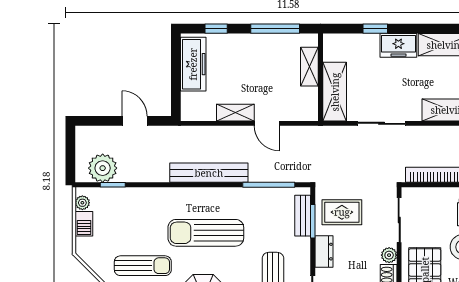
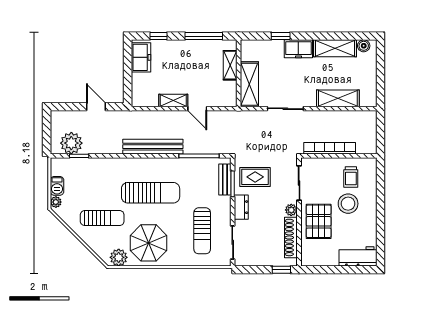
freezer: (193, 64) -> (141, 57), width x0.71
plant: (82, 203) -> (56, 202), moved
sun lounger: (206, 233) -> (151, 193), turned 180

